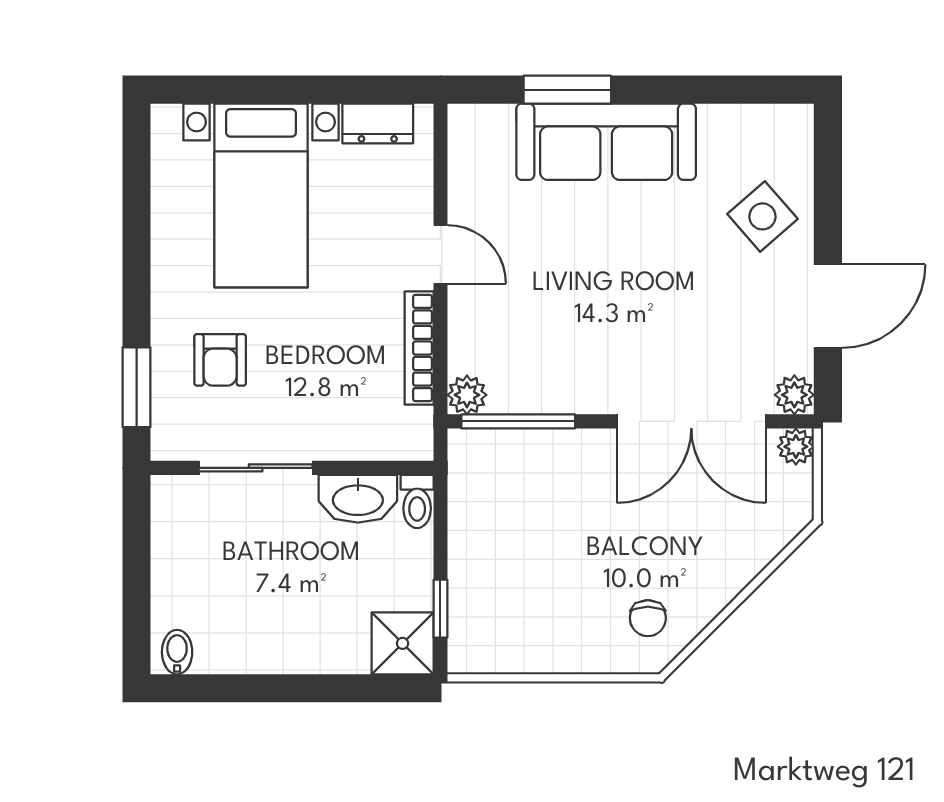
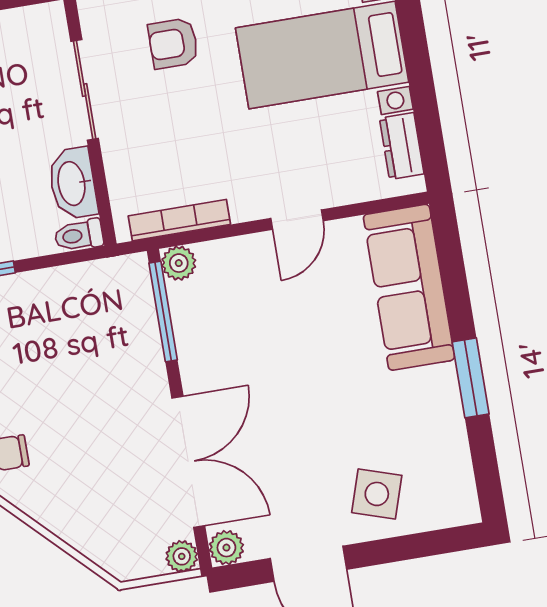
window: (567, 90) -> (471, 378), moved
sofa: (606, 142) -> (409, 287), moved
side table: (762, 216) -> (377, 494), turned -31
bookcase: (419, 348) -> (179, 220), moved
double door: (691, 421) -> (188, 462), swing flipped

